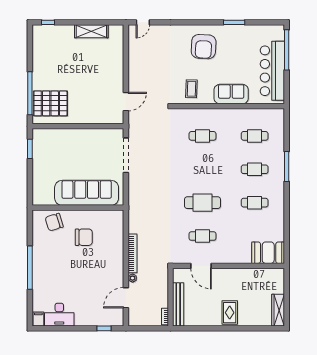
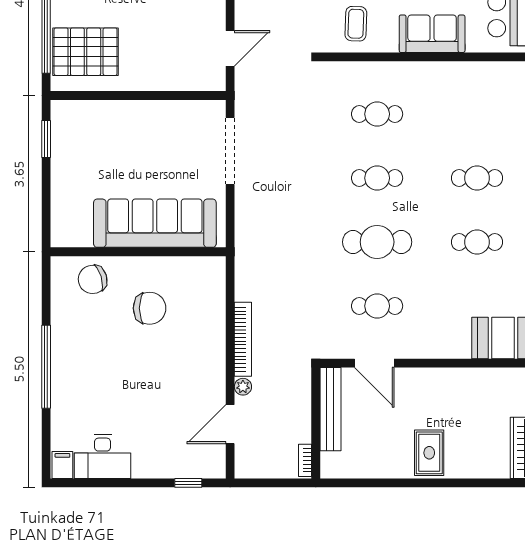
cafe table: (255, 136) -> (377, 178), moved
bench: (178, 304) -> (330, 409), moved

